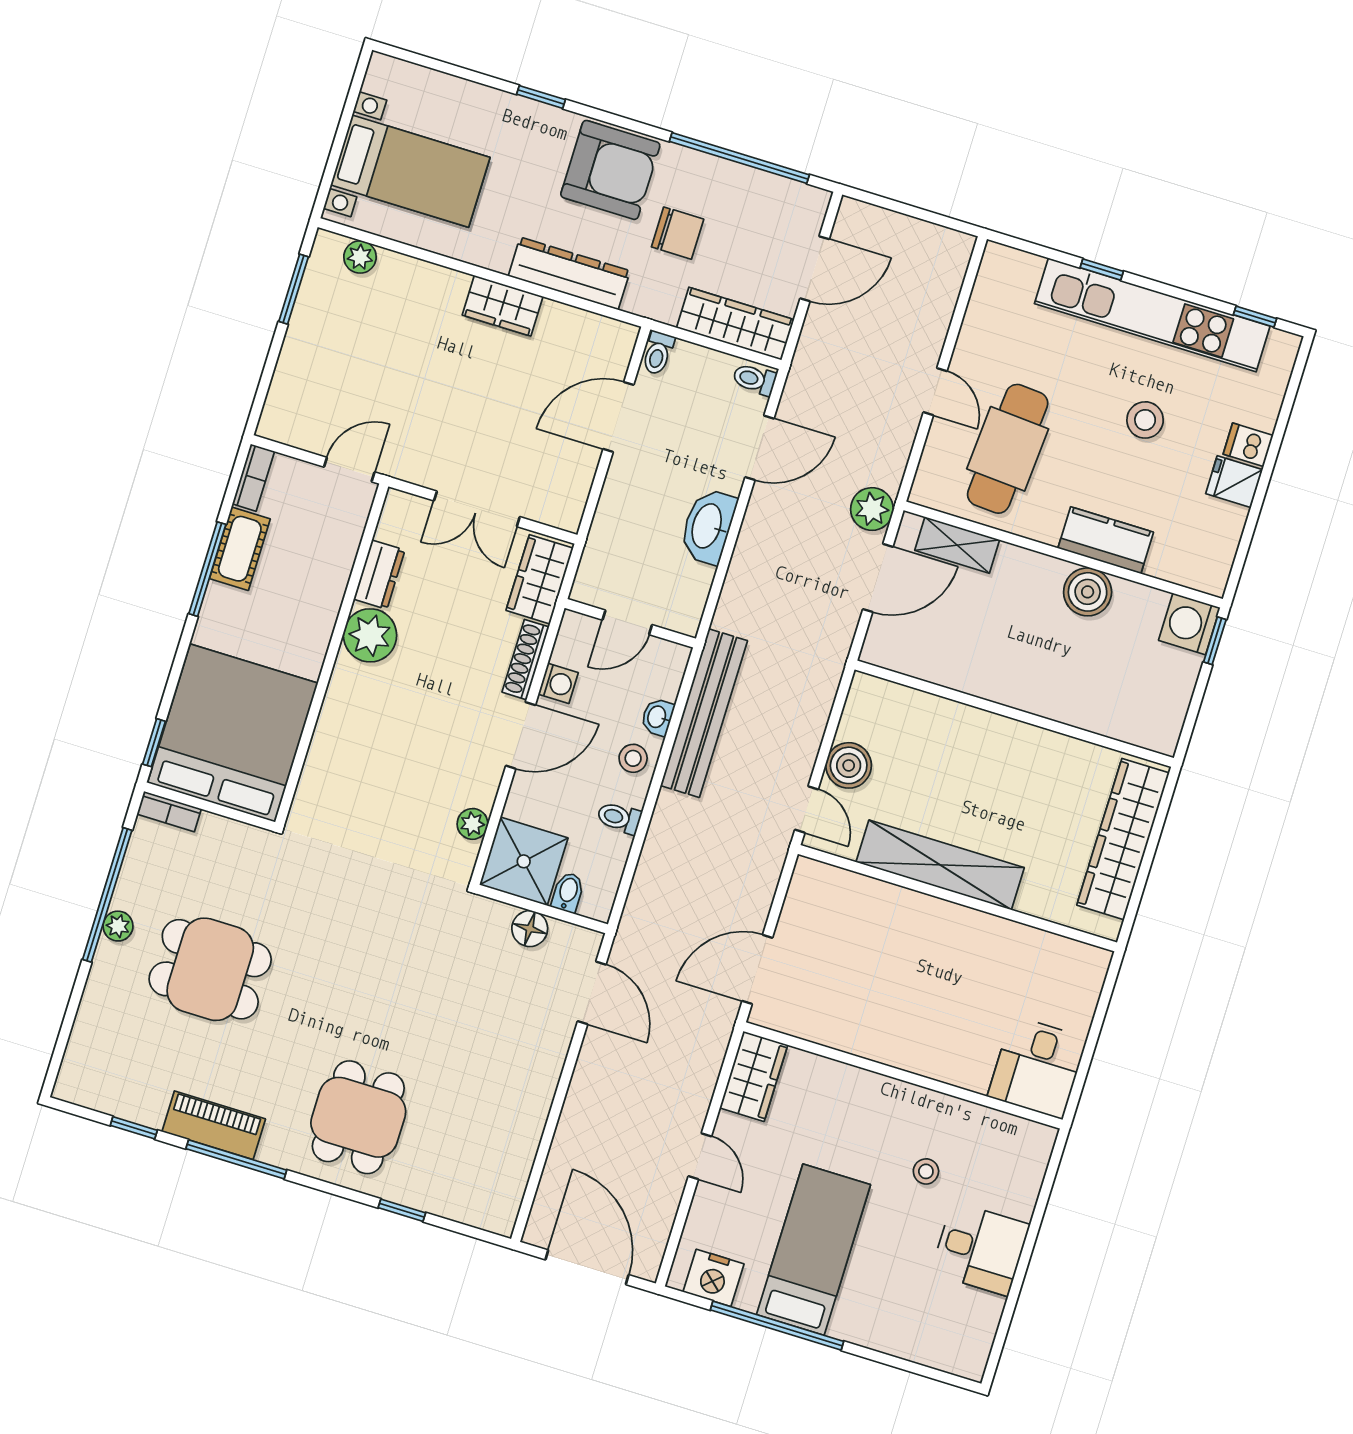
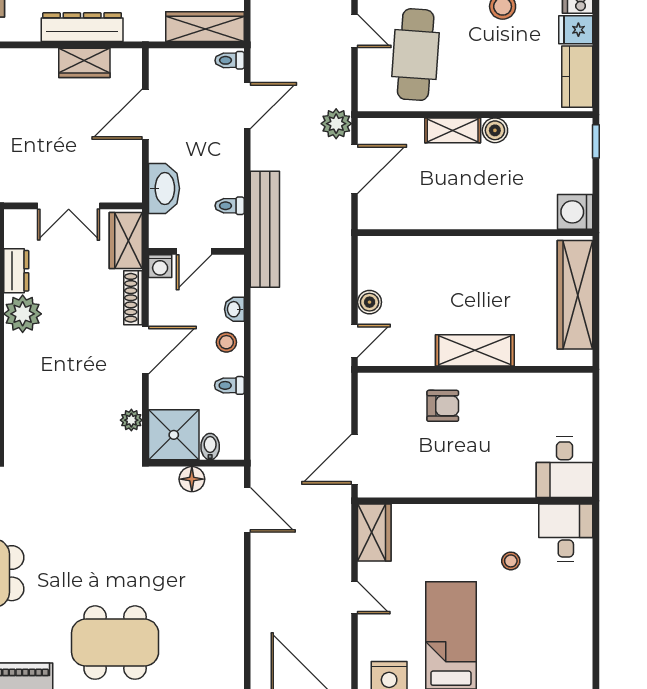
wardrobe: (503, 306) -> (84, 63), moved
toilet: (658, 353) -> (230, 206), moved, turned 90
washbasin: (708, 526) -> (164, 188), moved, turned 180
kitchen counter: (1106, 540) -> (577, 77), moved, turned -90
shelving: (957, 545) -> (453, 130), moved
boiler: (1088, 592) -> (495, 130), width x0.73, depth x0.73
washing machine: (1189, 624) -> (575, 212), moved
washing machine: (558, 683) -> (160, 266), moved, turned 90
bench: (704, 713) -> (265, 229), moved
boiler: (849, 765) -> (370, 302), width x0.73, depth x0.73
door: (807, 810) -> (355, 341), hinge flipped
shelving: (940, 865) -> (475, 350), width x0.68
armchair: (899, 934) -> (443, 406), added
dining table: (358, 1117) -> (115, 643), width x1.38
desk: (980, 1249) -> (566, 533), moved, turned -90

